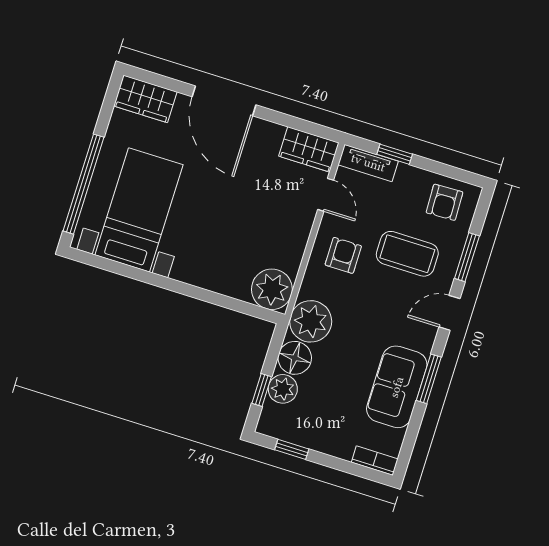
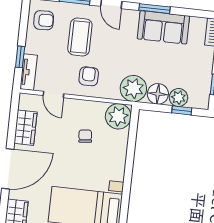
wardrobe: (309, 149) -> (25, 128), moved
door: (326, 195) -> (53, 95), swing flipped
chair: (251, 232) -> (85, 136), added
armchair: (343, 255) -> (89, 76), turned 90

